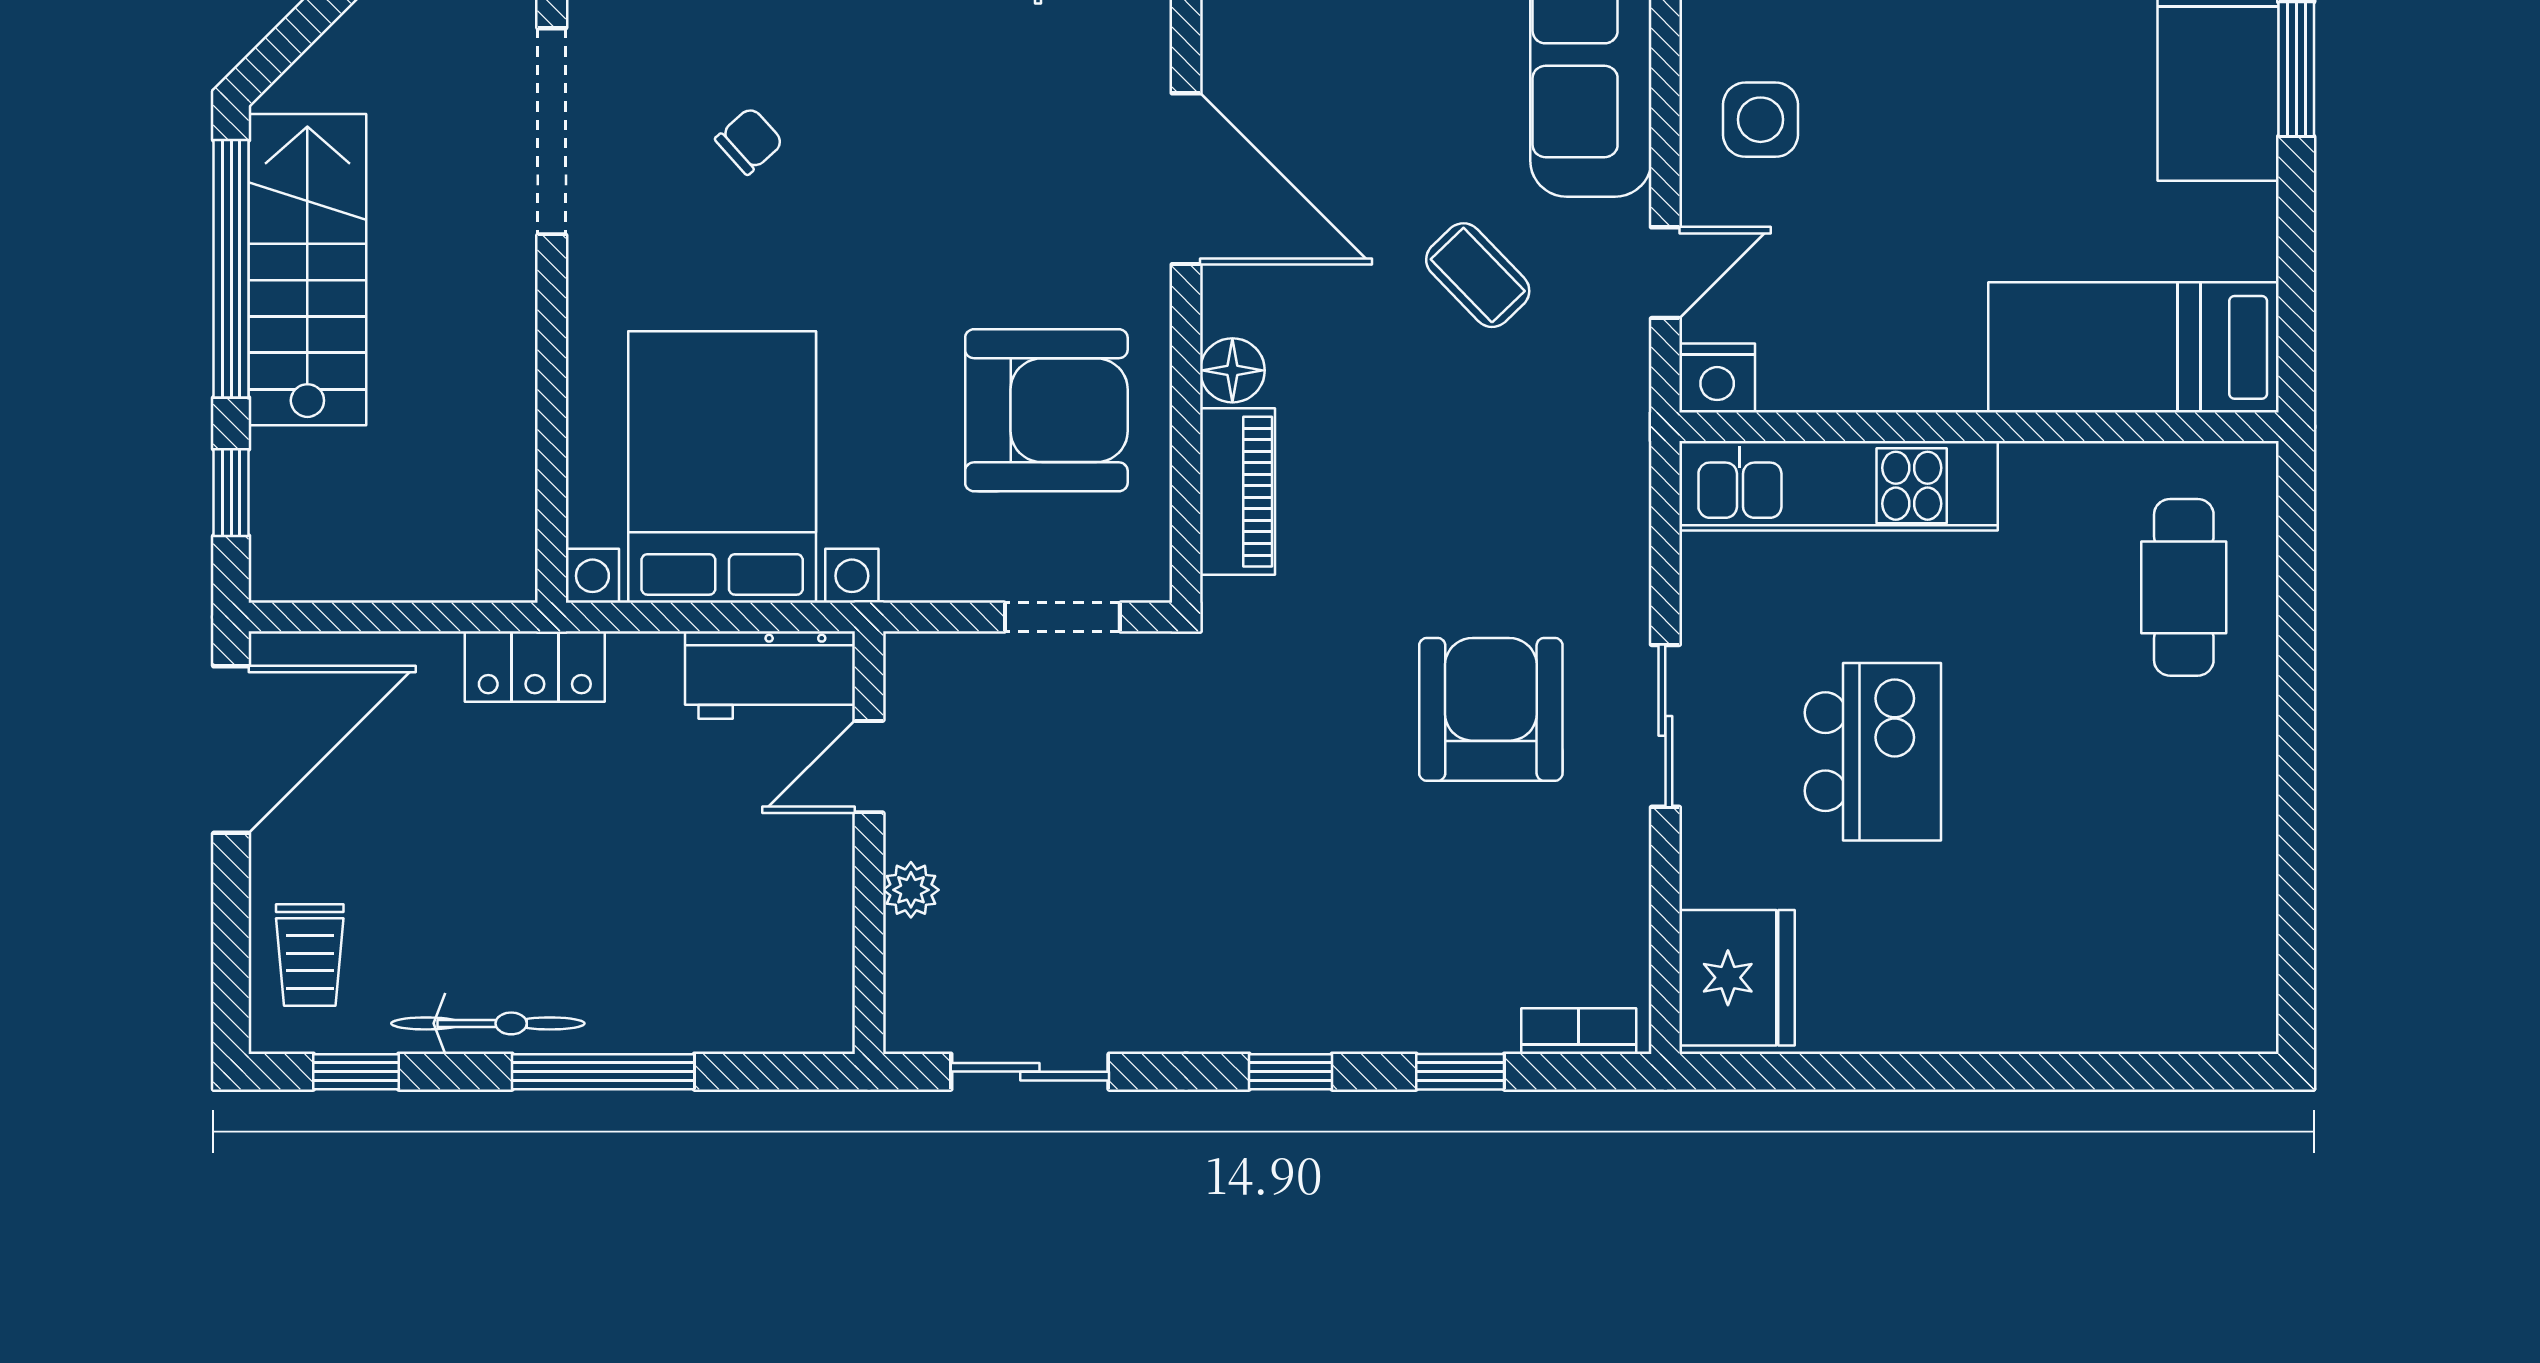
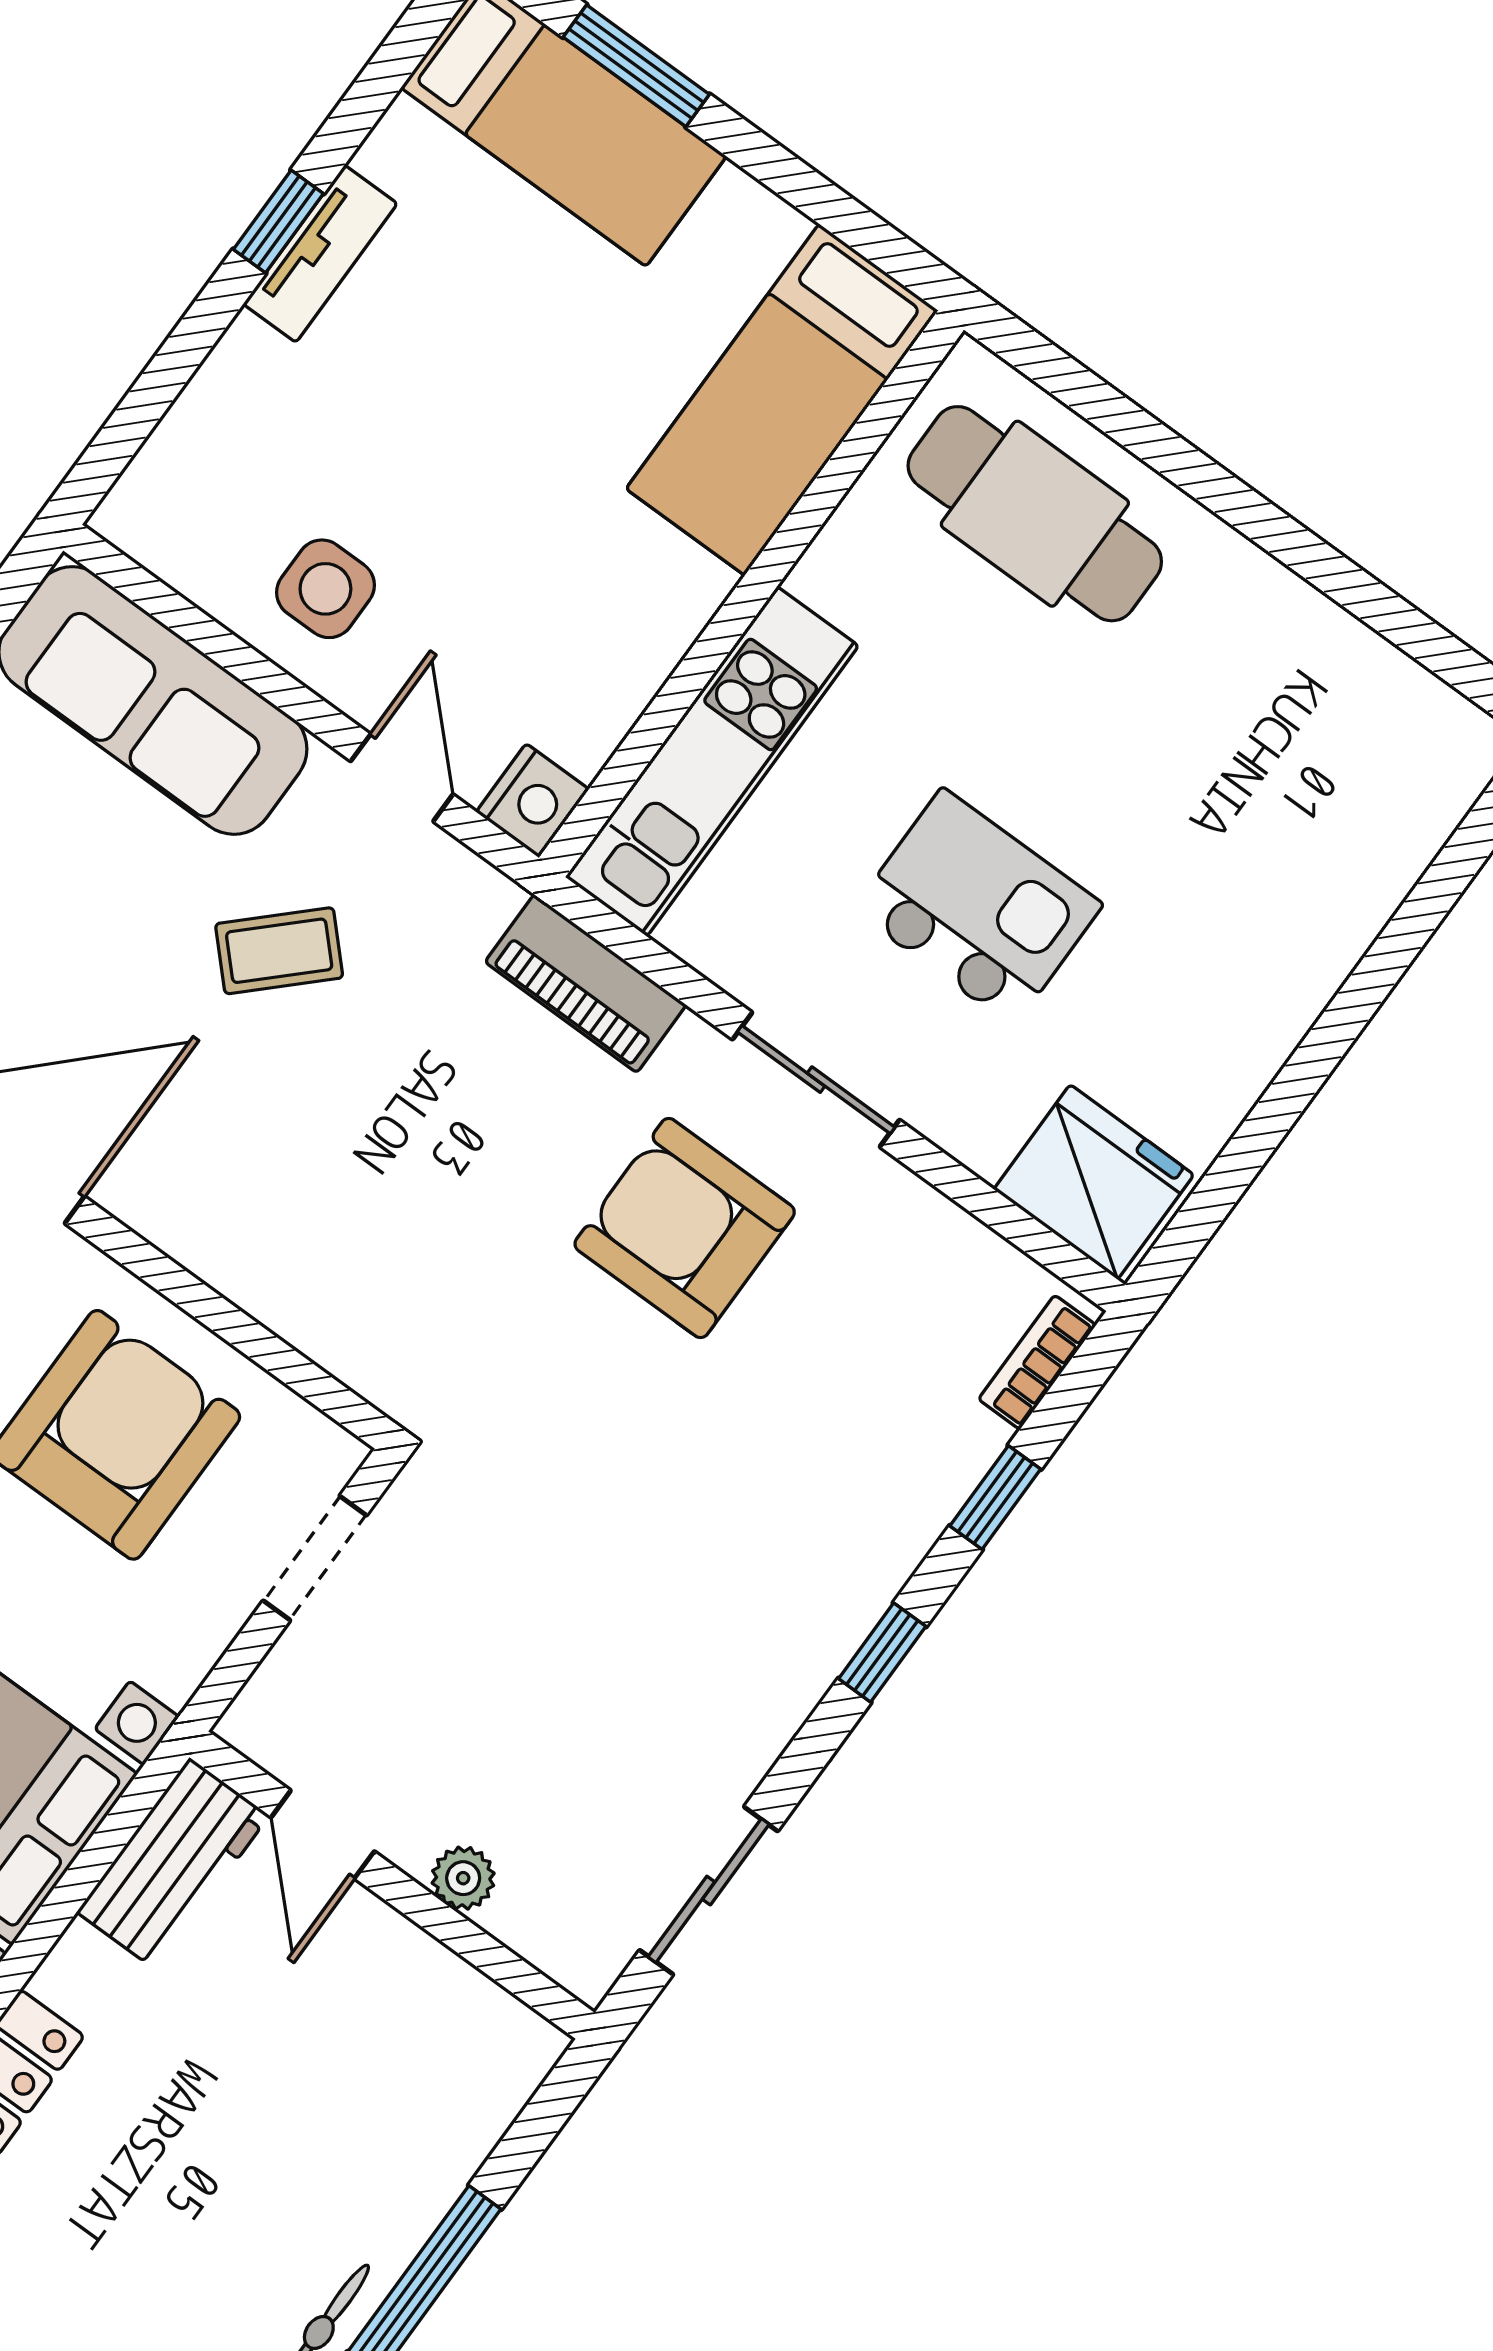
floor lamp: (1232, 370) -> (203, 1238), removed
piano: (1237, 492) -> (586, 984), moved, turned 180
cafe table: (2184, 587) -> (1035, 514), width x1.37, depth x1.35

